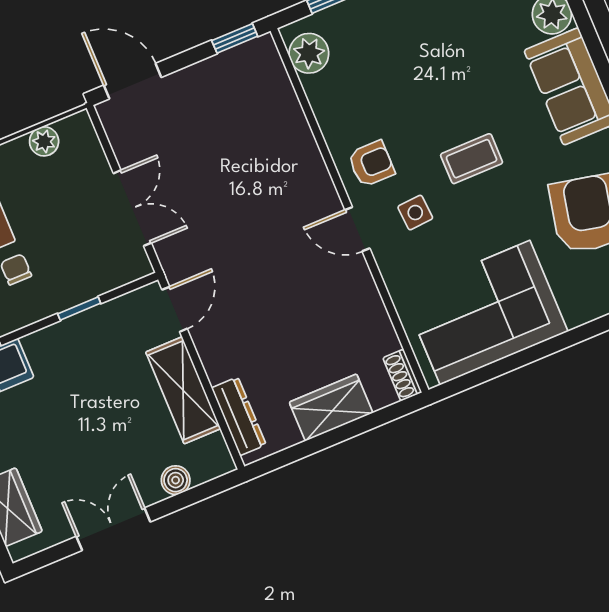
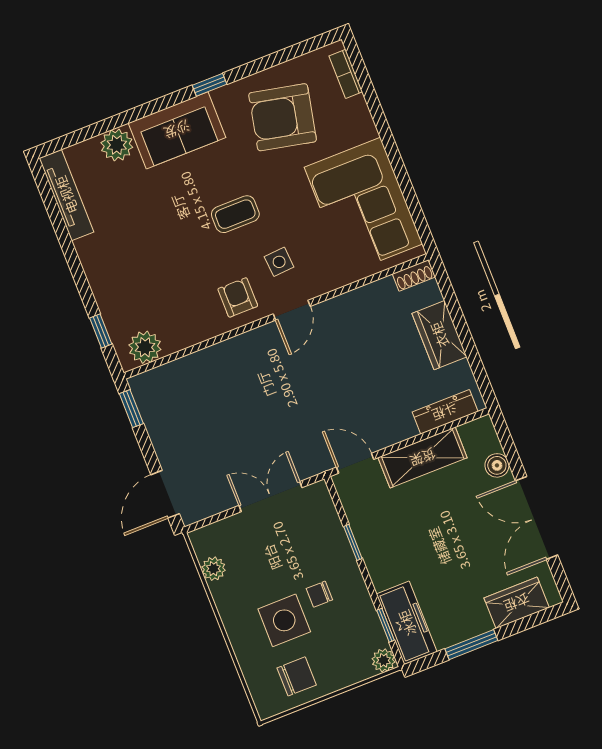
coffee table: (472, 159) -> (235, 214), turned 90
double door: (113, 529) -> (537, 518), width x1.37

